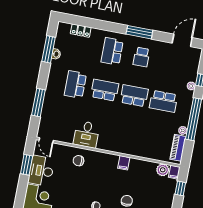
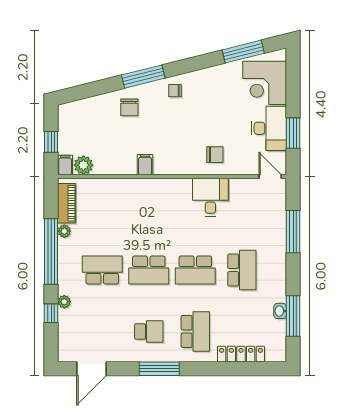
locker: (81, 31) -> (241, 354), width x1.53
school desk: (141, 57) -> (149, 332), turned 90

